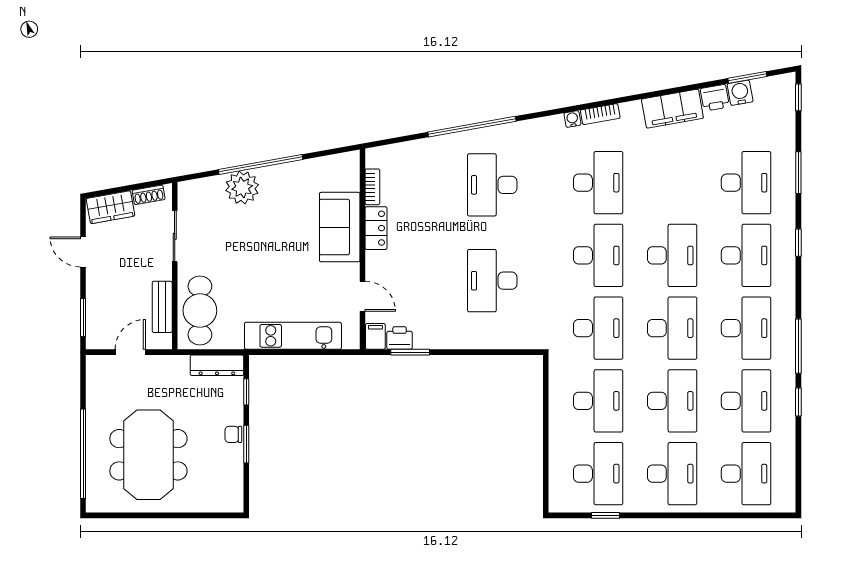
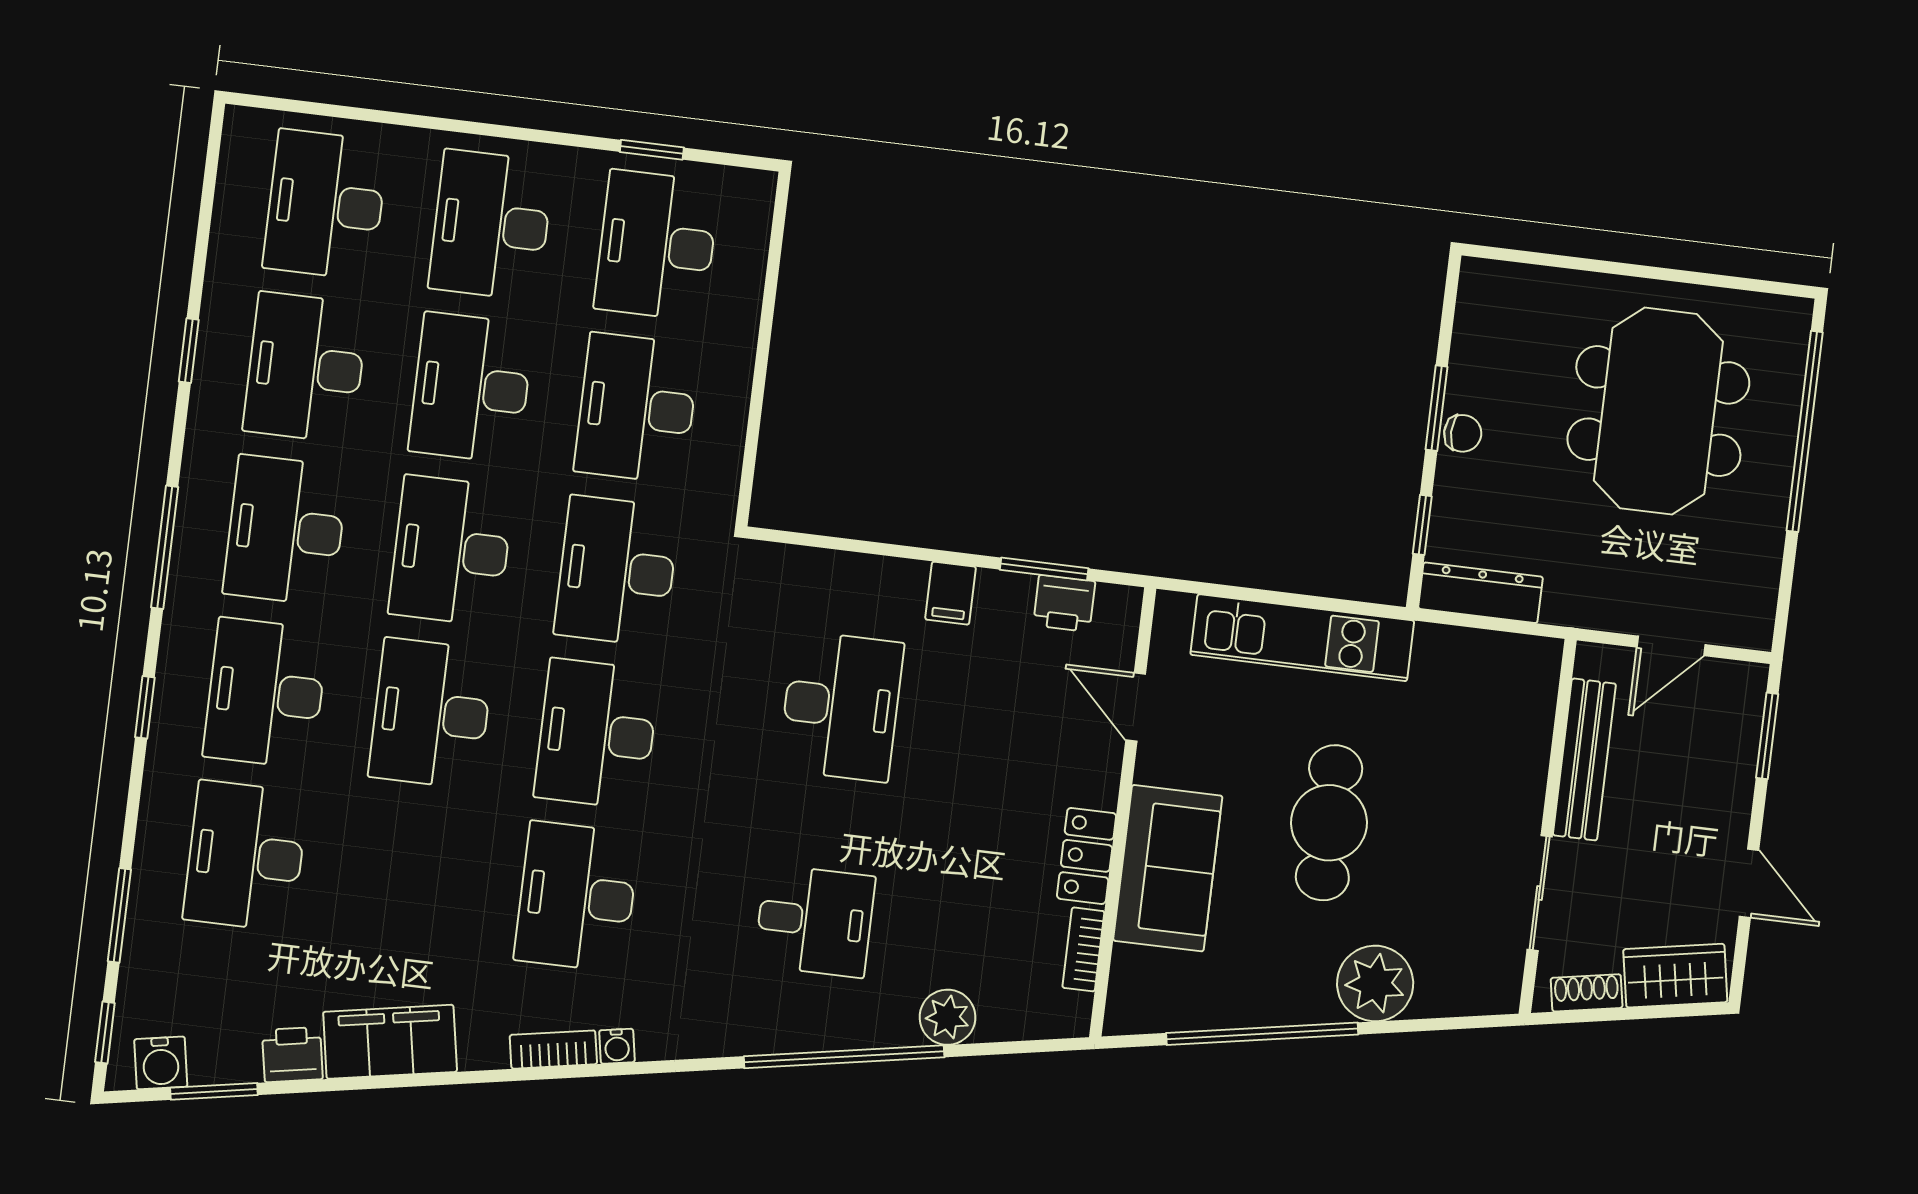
water cooler: (740, 93) -> (161, 1063), moved
plant: (429, 150) -> (947, 1017), added
window: (261, 164) -> (1262, 1034), moved
window: (798, 173) -> (119, 915), moved
desk: (492, 185) -> (815, 921), width x0.73
bench: (162, 307) -> (1584, 759), width x1.36
cafe table: (200, 311) -> (1329, 823), moved
filing cabinet: (375, 336) -> (951, 593), moved
window: (798, 346) -> (165, 547), moved

